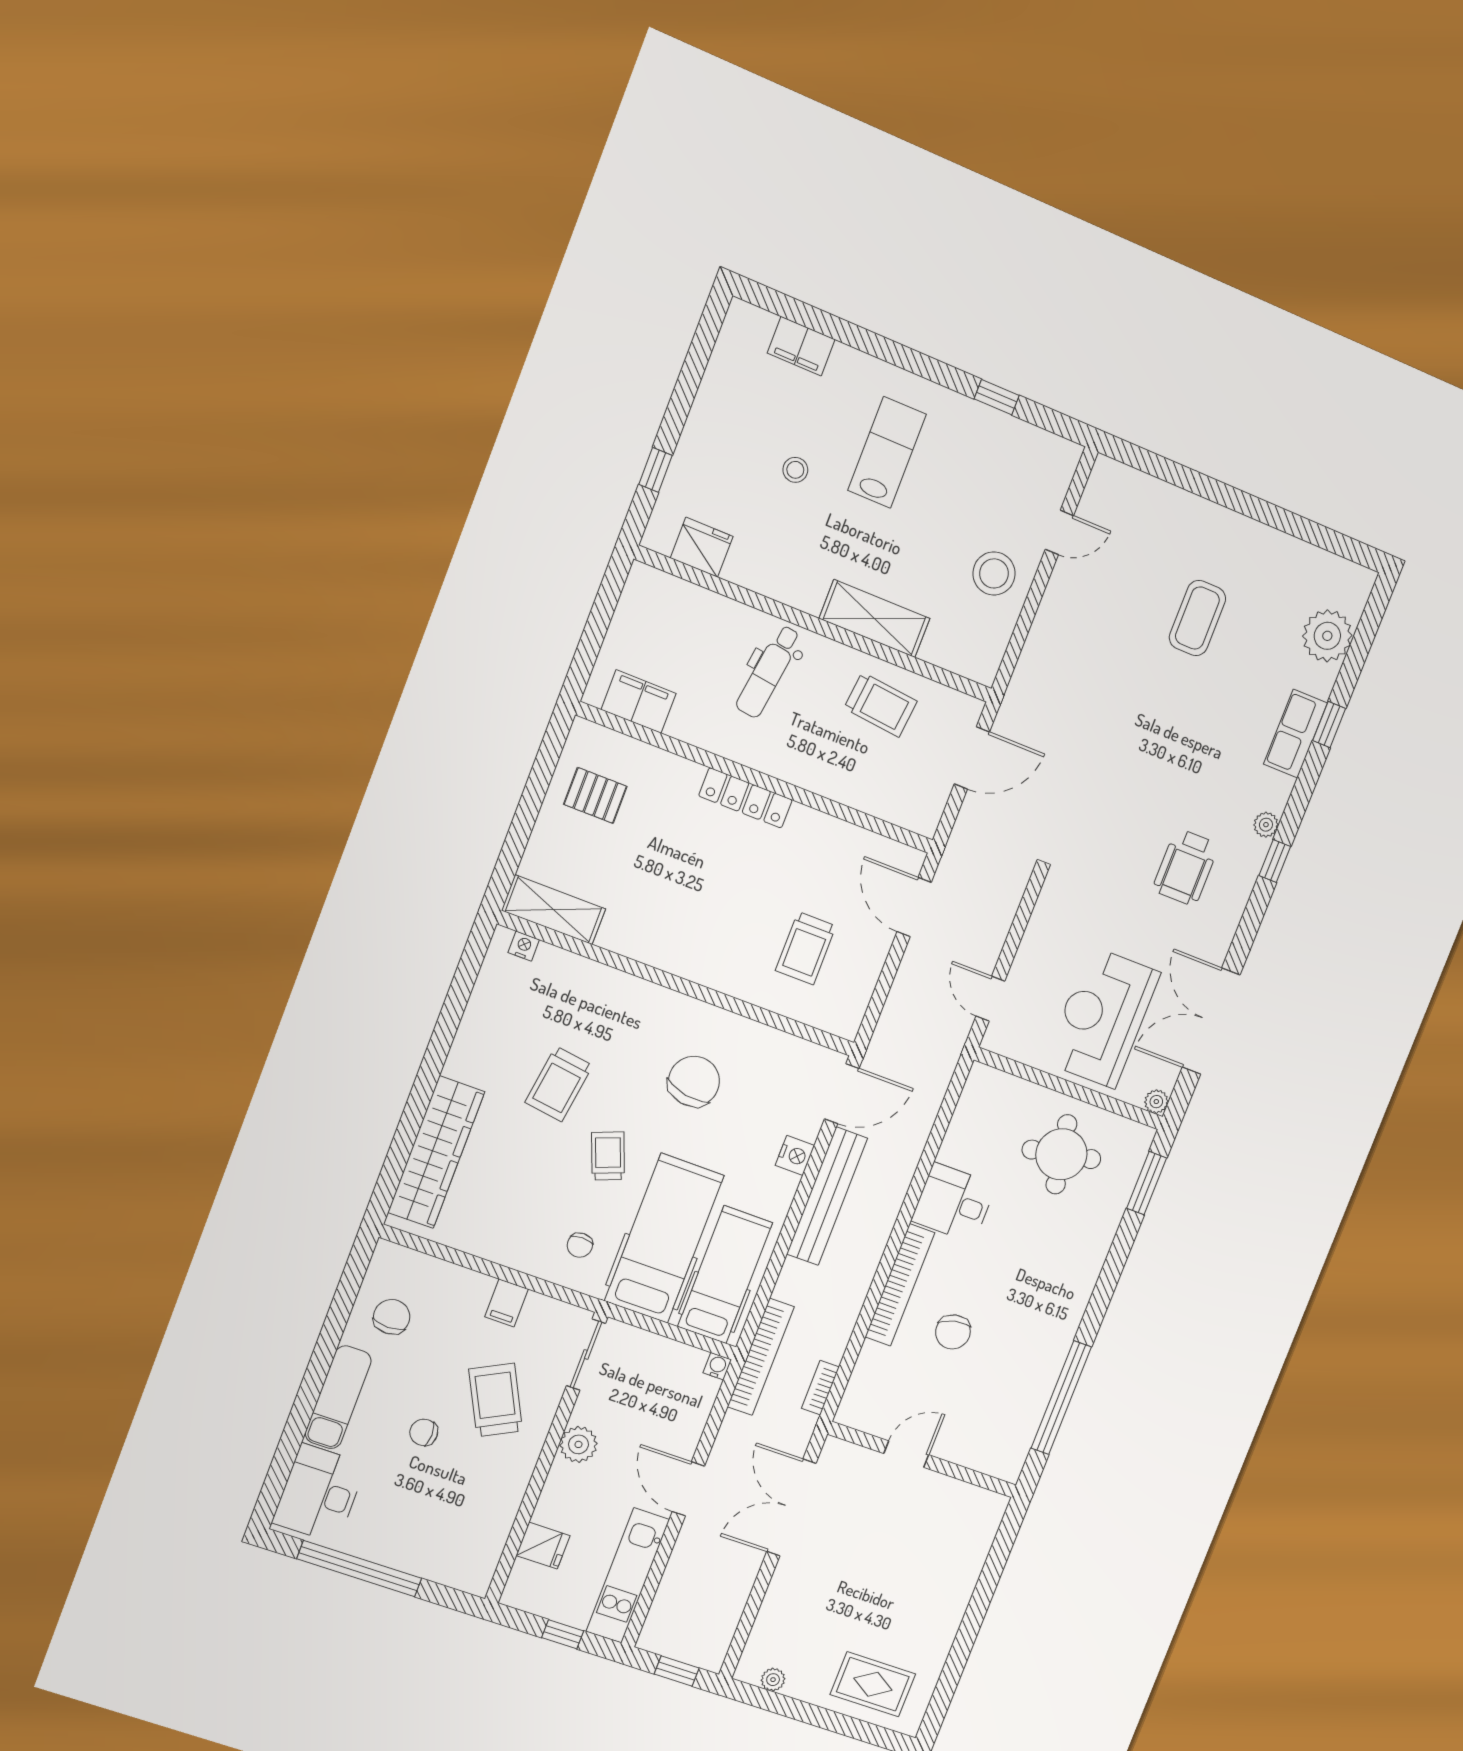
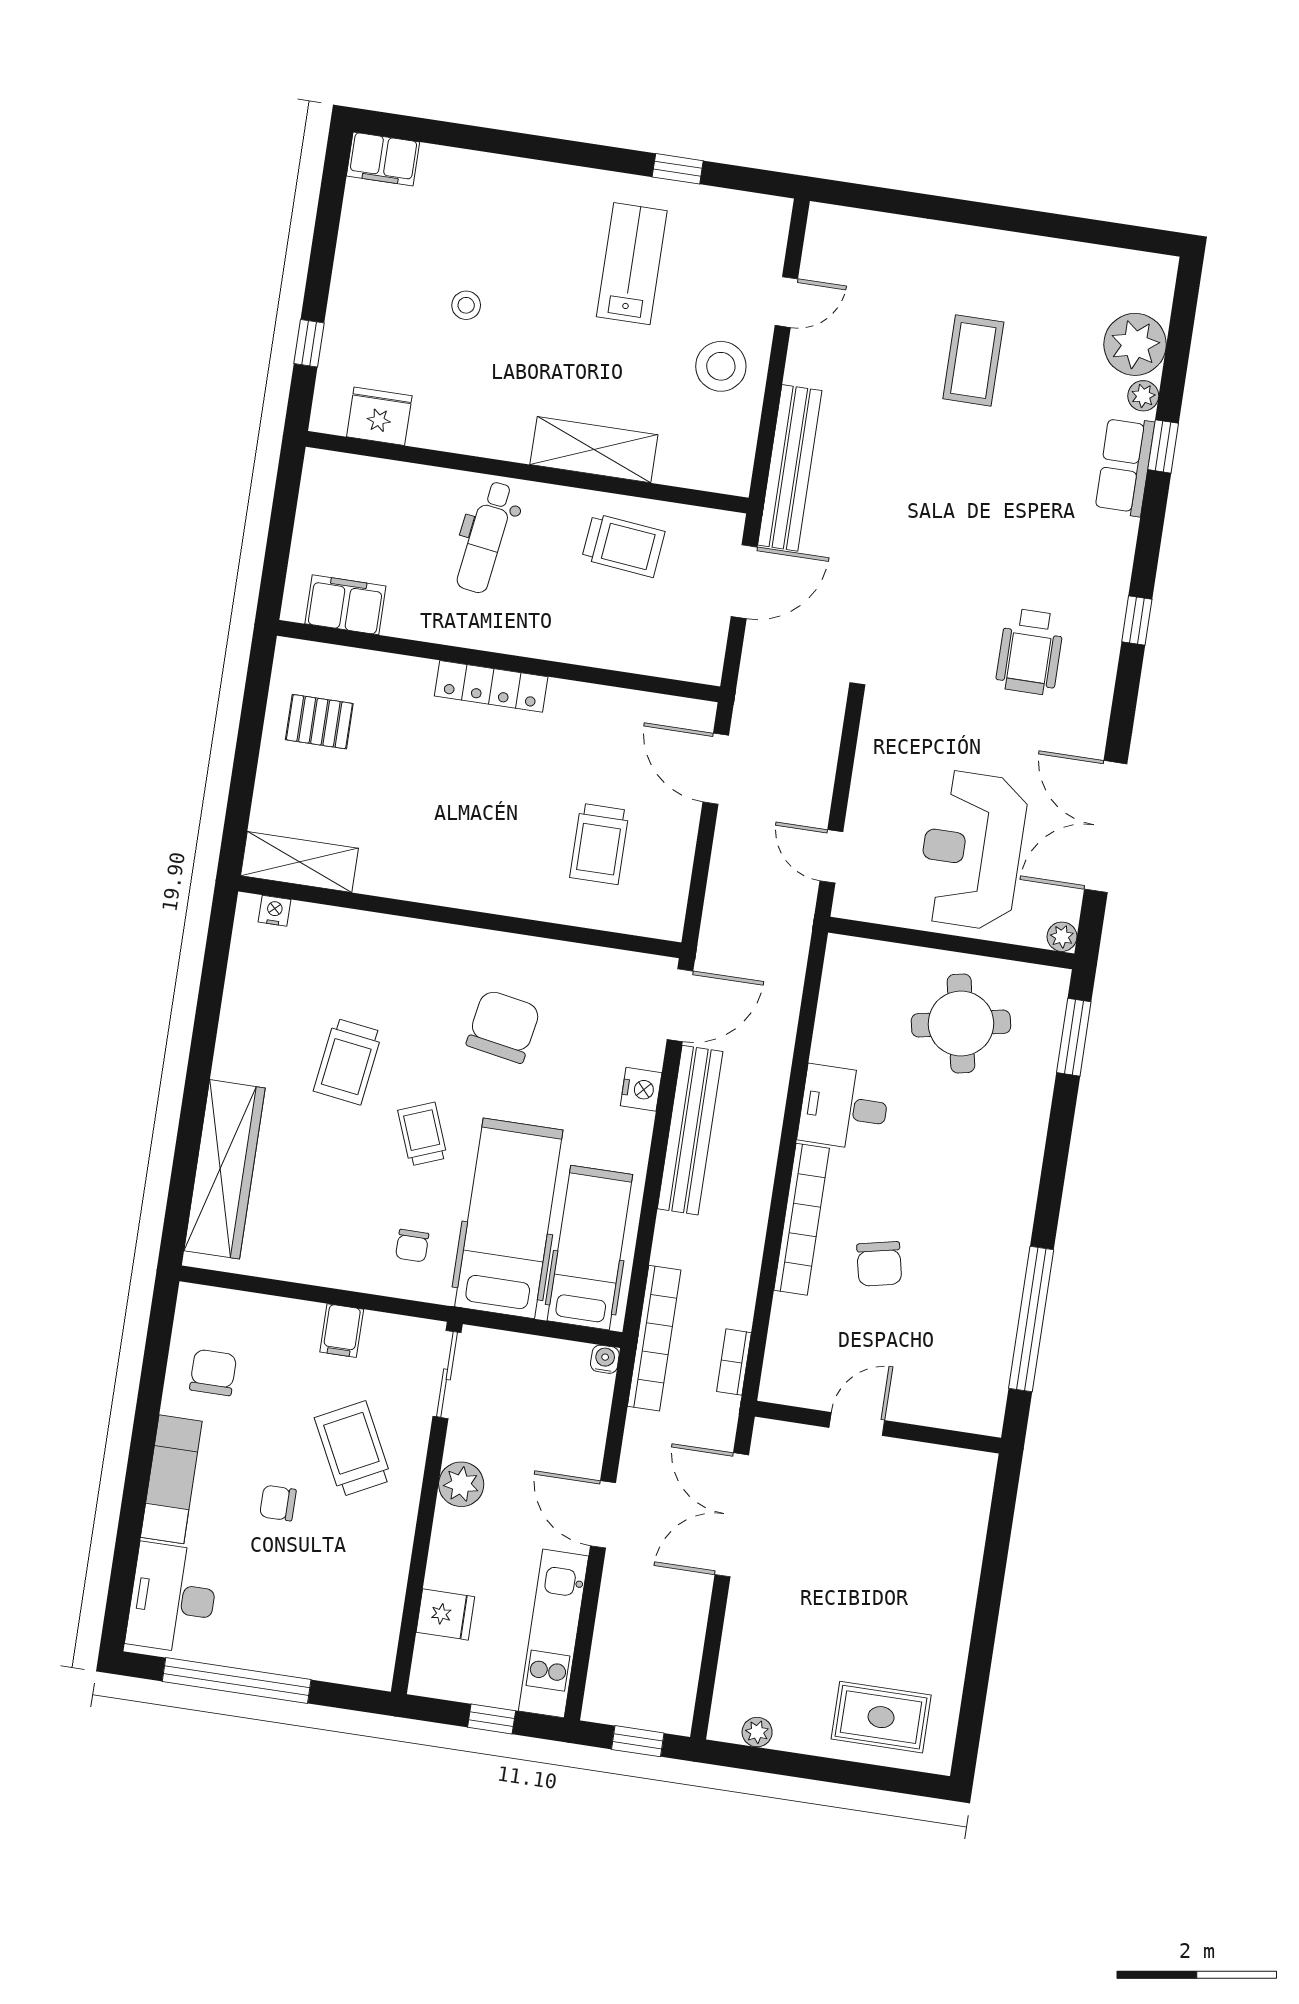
filing cabinet: (801, 346) -> (383, 159), moved
lab bench: (887, 452) -> (632, 264), moved
bench: (1030, 672) -> (790, 468), added
plant: (1266, 825) -> (1143, 396), moved

